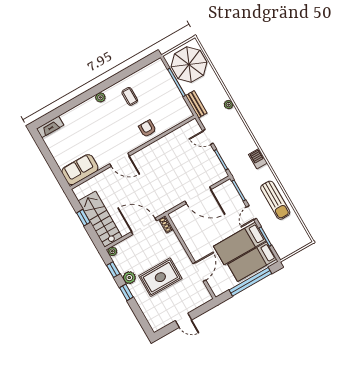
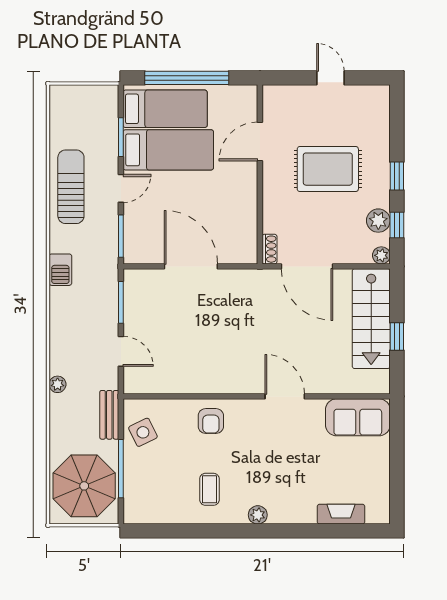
side table: (176, 105) -> (143, 432), added
fireplace: (50, 127) -> (341, 514), moved
plant: (129, 278) -> (378, 221), moved

